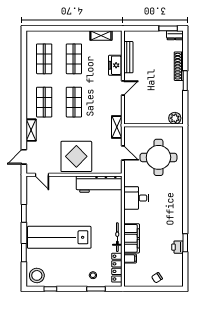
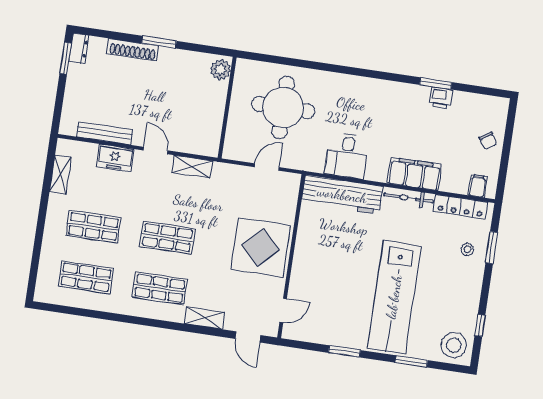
shelving: (117, 127) -> (192, 167), moved
workbench: (99, 184) -> (342, 195), moved, turned 90
filing cabinet: (130, 259) -> (478, 186), moved

